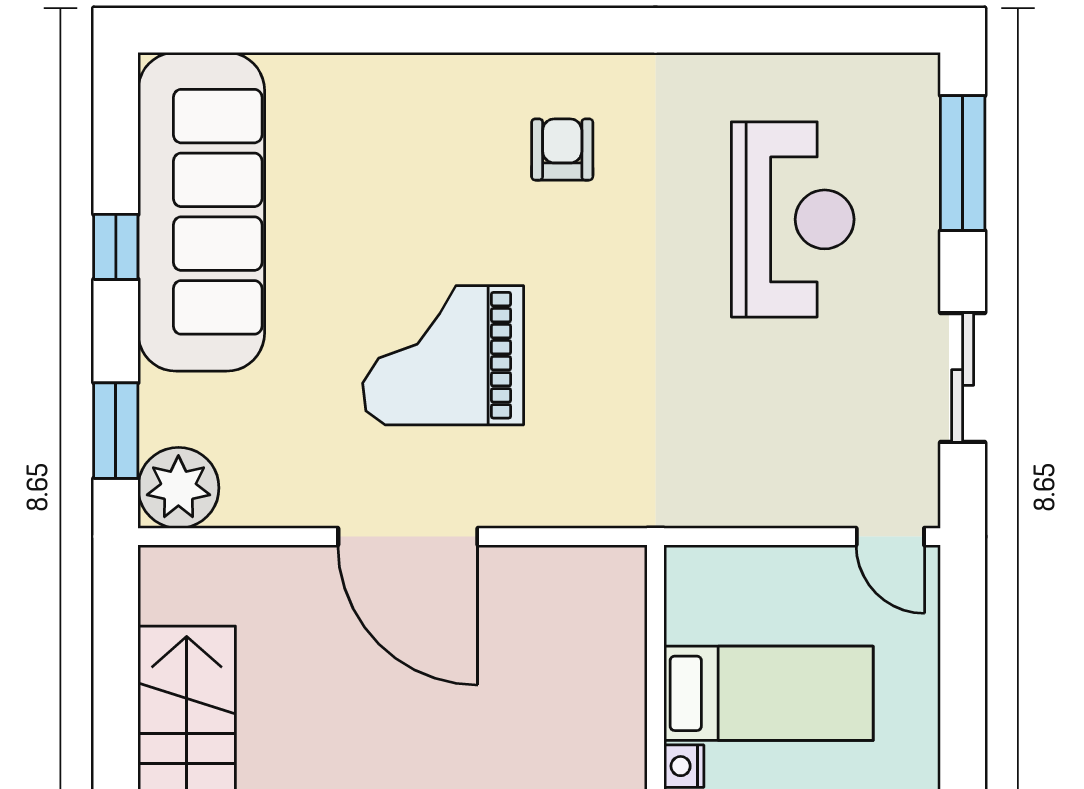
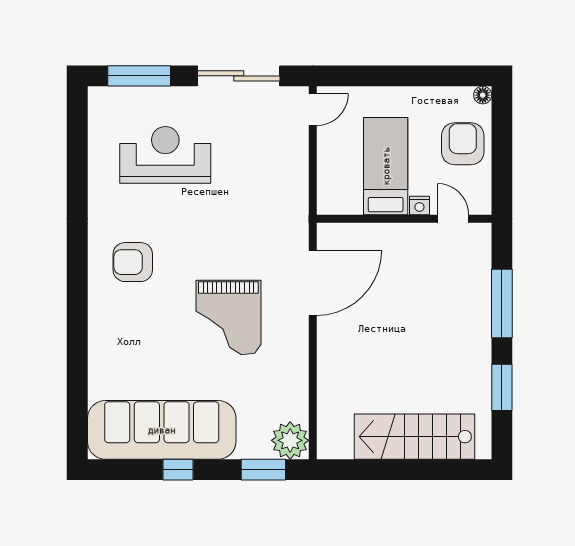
armchair: (562, 149) -> (133, 262), width x1.38, depth x1.38
sliding door: (963, 378) -> (239, 76), width x1.37
door: (408, 537) -> (313, 283), moved

